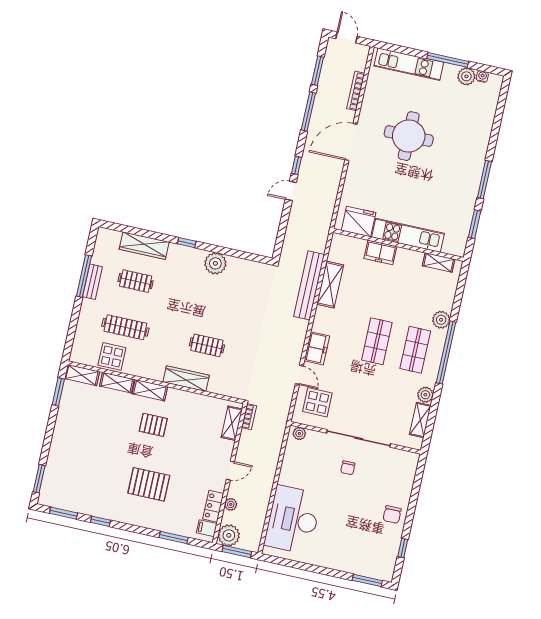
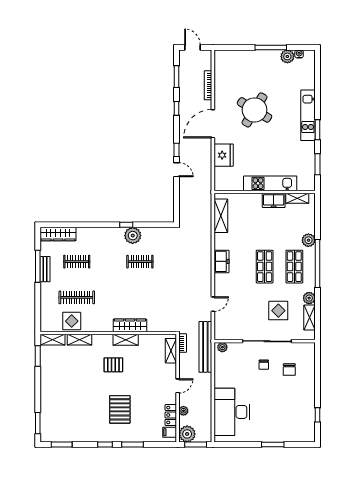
kitchen unit: (409, 64) -> (308, 115), moved, turned 90
window: (308, 112) -> (176, 108), width x0.46
round table: (409, 136) -> (255, 110), turned 31
window: (484, 180) -> (317, 130), width x0.69
door: (291, 191) -> (176, 170), swing flipped
fridge: (359, 222) -> (224, 155), moved, turned 90
window: (187, 243) -> (126, 225), moved
wardrobe: (144, 246) -> (58, 234), moved
freezer: (380, 252) -> (274, 200), moved
bench: (309, 285) -> (205, 347), moved
shelving: (330, 285) -> (221, 216), moved
clothes rail: (207, 345) -> (140, 262), moved
freezer: (317, 348) -> (221, 261), moved
door: (299, 375) -> (213, 304), hinge flipped
shelving: (150, 390) -> (126, 340), moved
display table: (317, 402) -> (278, 311), moved
pallet: (149, 484) -> (120, 409), turned 90
chair: (392, 515) -> (289, 370), moved
window: (100, 521) -> (105, 445), moved
window: (174, 538) -> (132, 445), moved
window: (367, 580) -> (273, 445), moved

